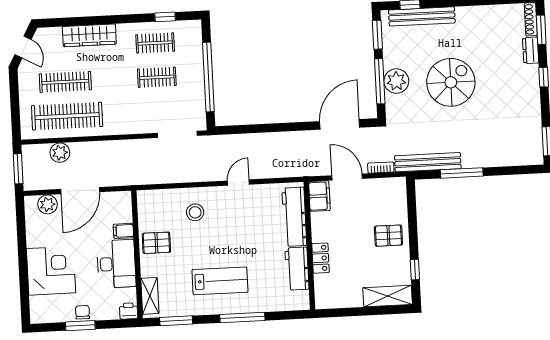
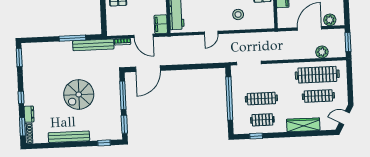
bench: (422, 16) -> (69, 137), moved
door: (23, 47) -> (344, 118), hinge flipped
clothes rail: (157, 77) -> (261, 99), width x1.36
plant: (396, 81) -> (113, 95), removed

